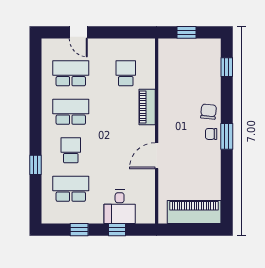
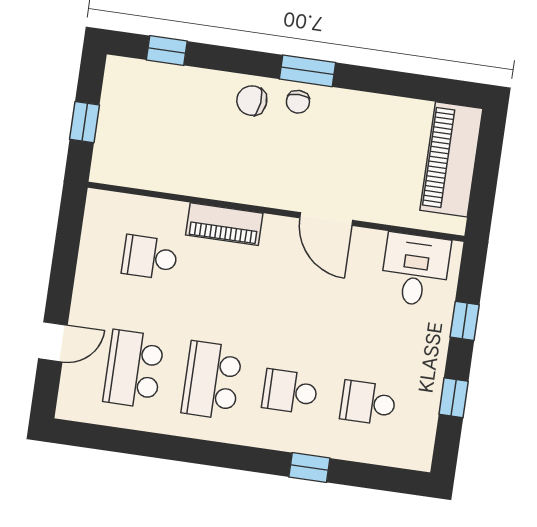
school desk: (71, 189) -> (368, 403), width x0.54
desk: (120, 207) -> (415, 270), moved, turned -90

